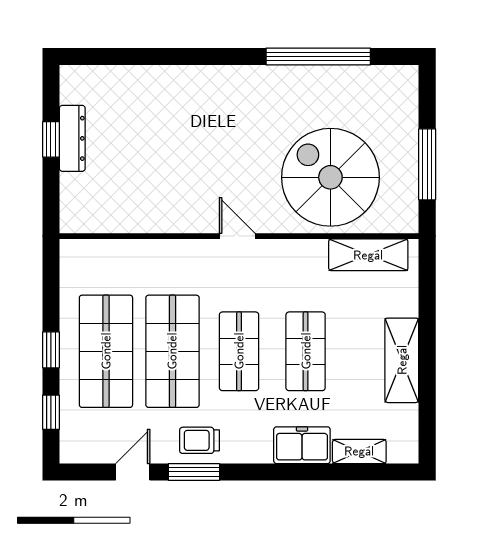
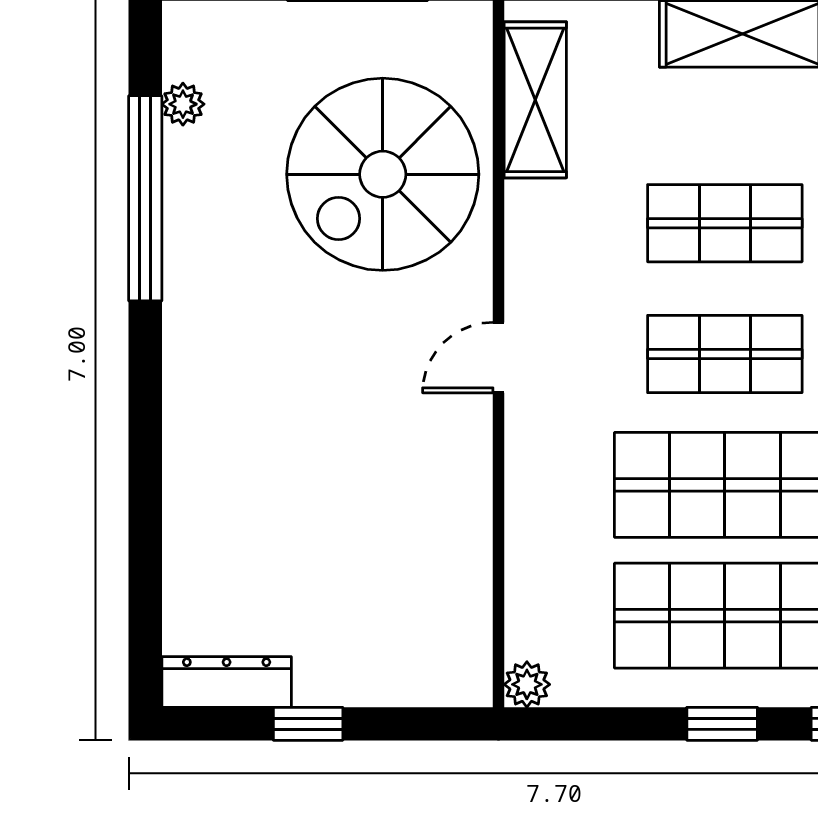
plant: (366, 76) -> (183, 104), added
dresser: (72, 138) -> (227, 682), moved
plant: (71, 251) -> (527, 684), added

